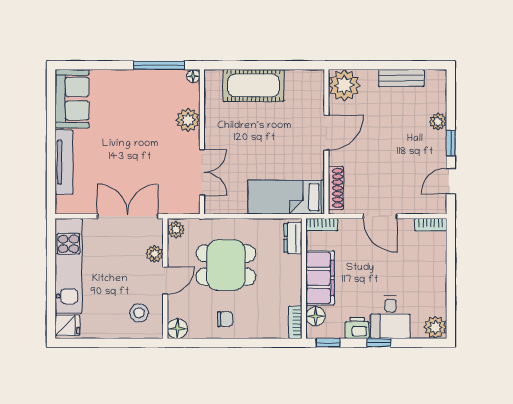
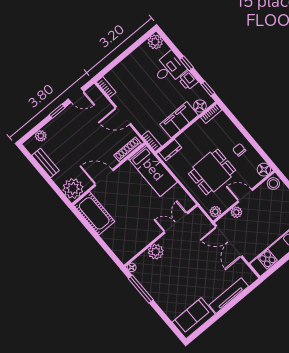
cot: (253, 86) -> (94, 213), moved
plant: (438, 121) -> (41, 136), moved
door: (380, 216) -> (123, 116), swing flipped
dining table: (226, 265) -> (212, 172), turned 90
stool: (139, 313) -> (273, 184), moved

